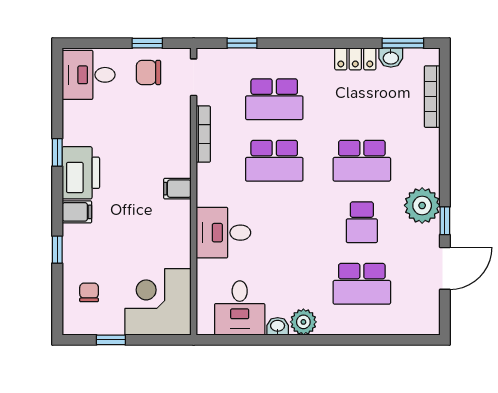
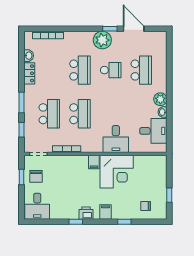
window: (403, 43) -> (21, 102), moved
printer: (81, 173) -> (86, 213), width x0.53, depth x0.68
corner desk: (158, 302) -> (117, 172), moved, turned -90

